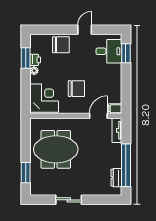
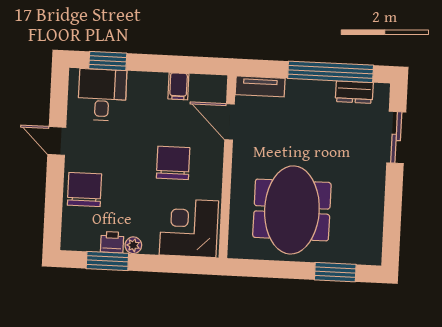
filing cabinet: (115, 109) -> (178, 86), moved
sliding door: (69, 200) -> (396, 137), moved

